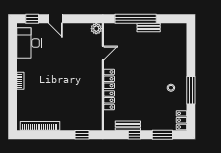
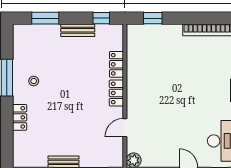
locker: (181, 120) -> (20, 117), moved
bench: (128, 126) -> (78, 30), moved
window: (134, 135) -> (101, 18), moved

